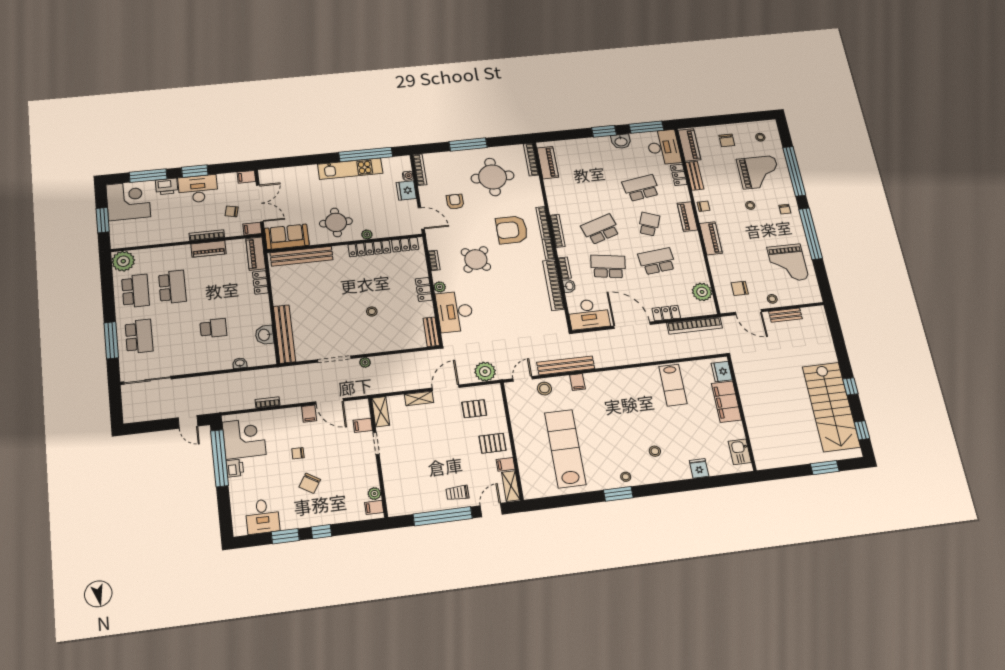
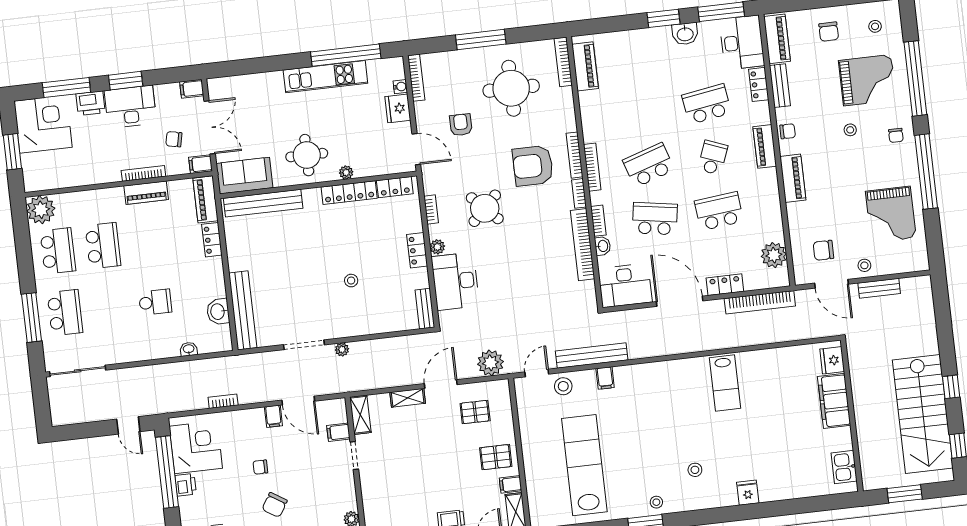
fridge: (722, 372) -> (832, 360), moved
filing cabinet: (726, 402) -> (834, 401), moved
wall: (742, 413) -> (852, 416), moved
kitchen sink: (740, 452) -> (844, 467), moved

